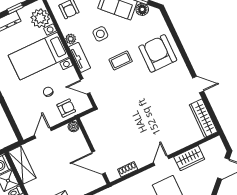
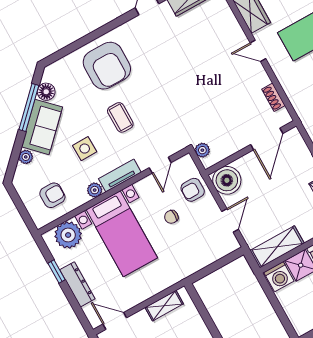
armchair: (158, 53) -> (107, 66), turned -90
armchair: (66, 108) -> (193, 190), turned -90
plant: (94, 117) -> (202, 150), added
boiler: (74, 127) -> (227, 180), width x1.86, depth x1.86
door: (43, 133) -> (230, 220), swing flipped

